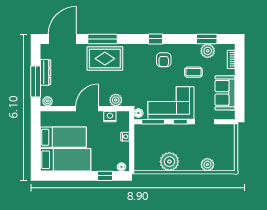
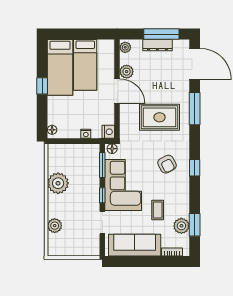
rug: (105, 59) -> (160, 117), moved, turned 90
armchair: (164, 60) -> (167, 164), moved, turned -118
window: (36, 82) -> (161, 34), moved
sofa: (225, 93) -> (135, 245), width x1.36
plant: (116, 100) -> (127, 72), moved
nightstand: (110, 116) -> (108, 132), moved
window: (105, 176) -> (42, 86), moved

